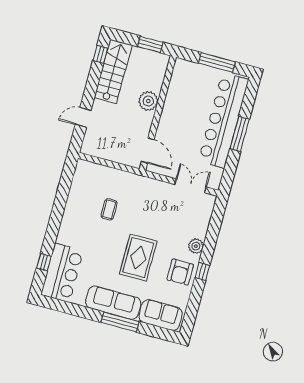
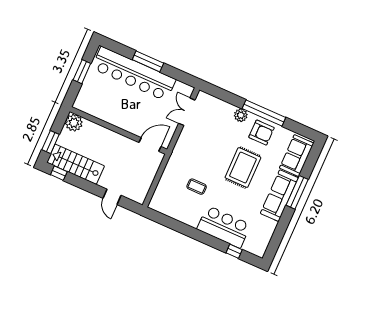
window: (150, 44) -> (51, 142), moved
window: (217, 63) -> (82, 72), width x0.69
plant: (148, 101) -> (74, 123), moved
rug: (138, 258) -> (243, 168), turned 90
window: (202, 271) -> (264, 113), width x3.17
bar counter: (62, 273) -> (224, 227), moved

